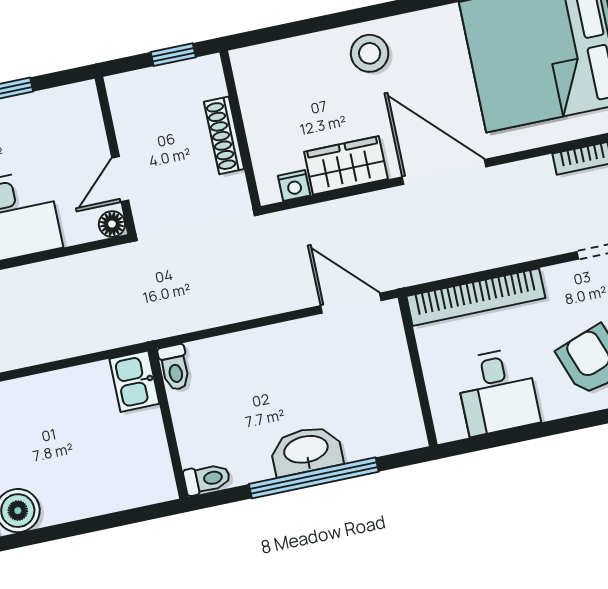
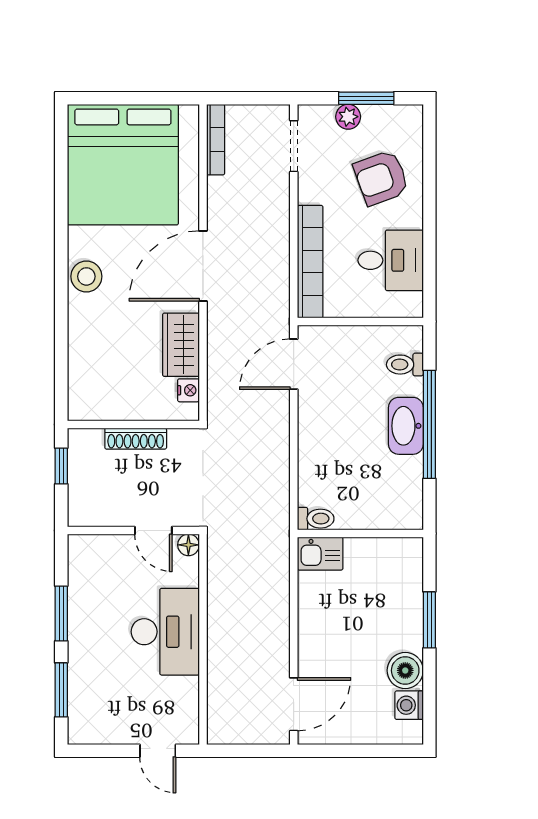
stool: (370, 53) -> (86, 276), moved
toilet: (207, 479) -> (405, 365), moved, turned -90
window: (83, 526) -> (429, 620), added

